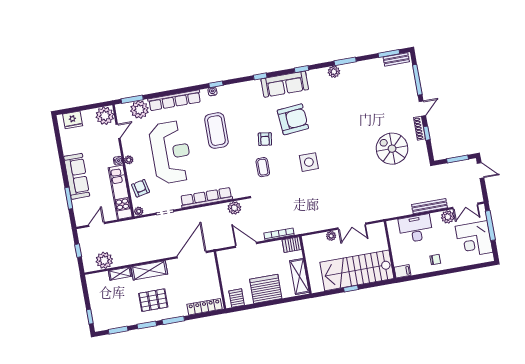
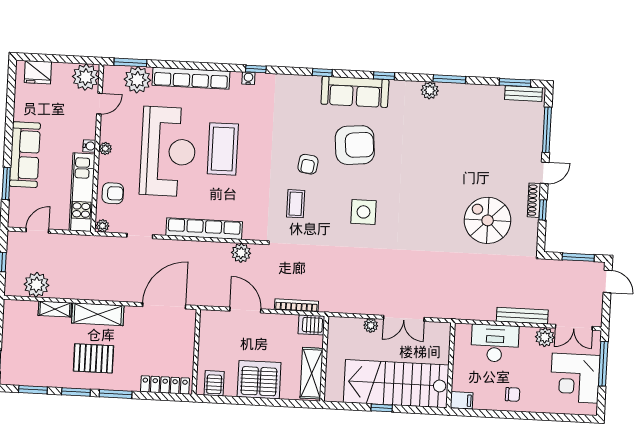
coffee table: (216, 131) -> (223, 149), moved
armchair: (141, 188) -> (113, 193), turned 102

